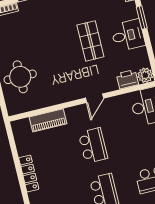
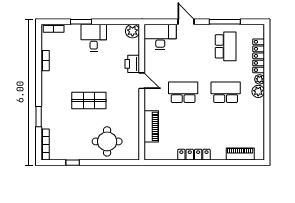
shop shelf: (90, 41) -> (89, 100), moved
printer: (127, 79) -> (132, 64), moved

